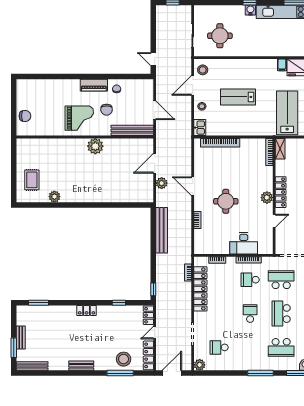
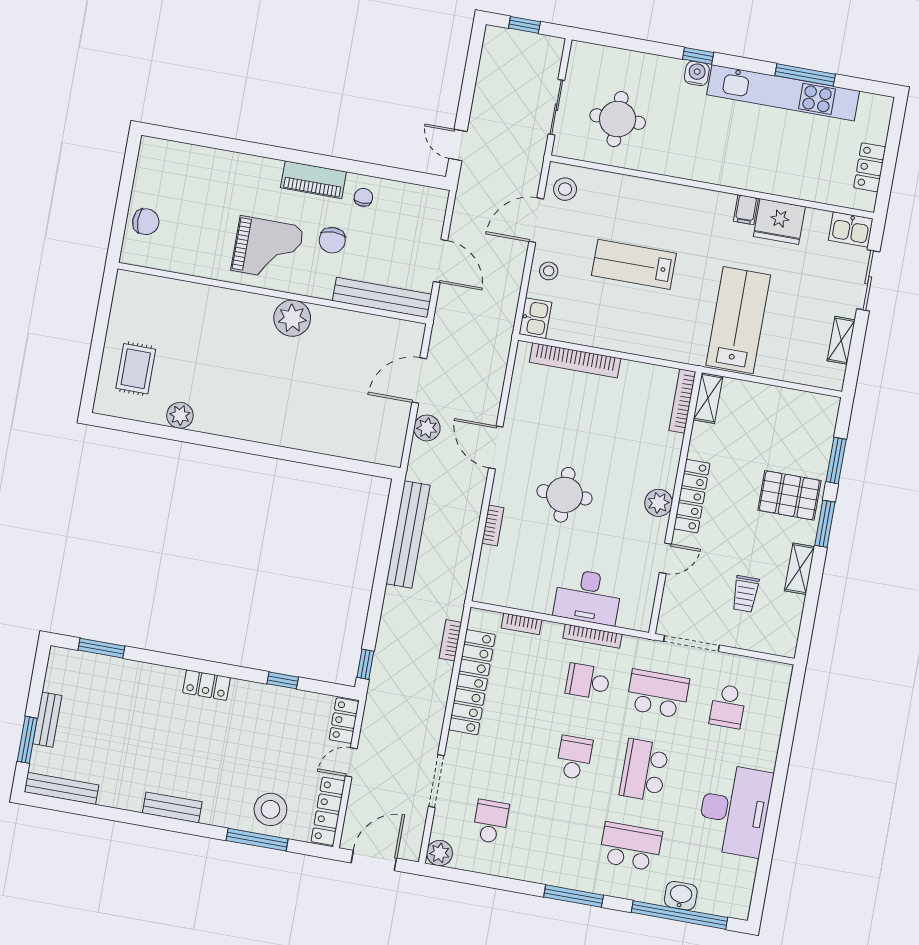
school desk: (219, 347) -> (491, 822), turned 90
school desk: (281, 347) -> (631, 846), turned 180

